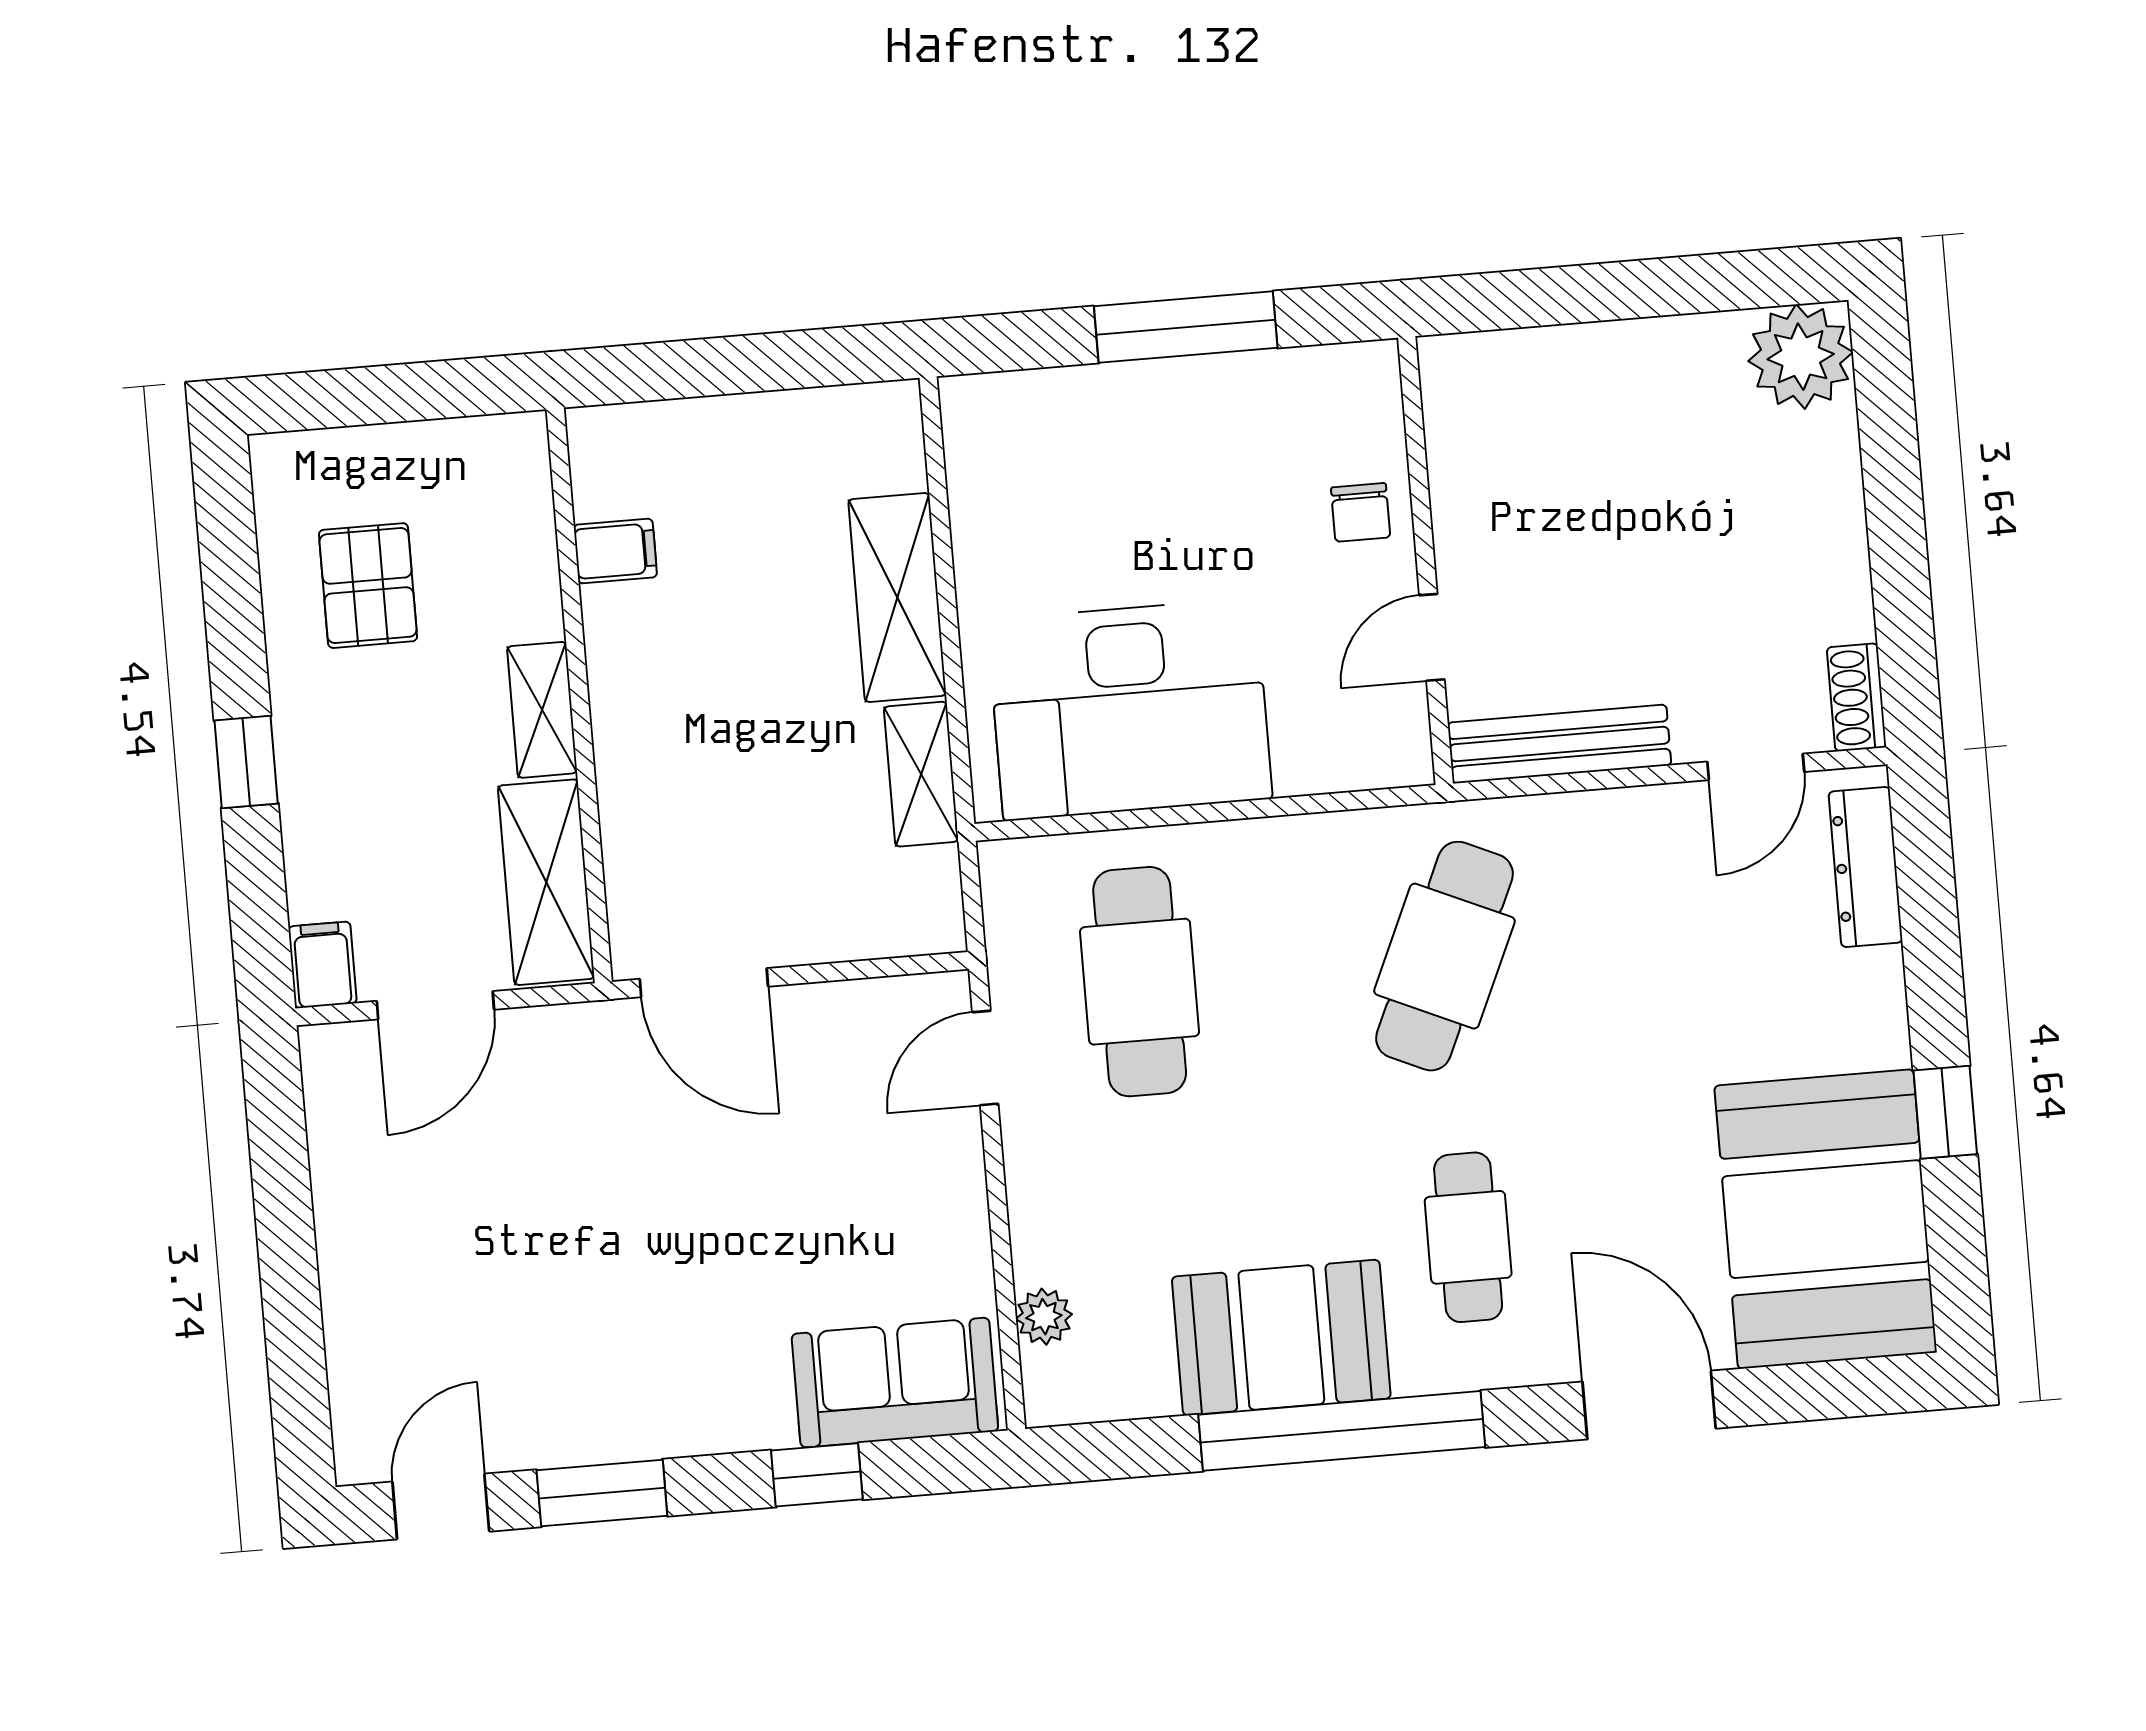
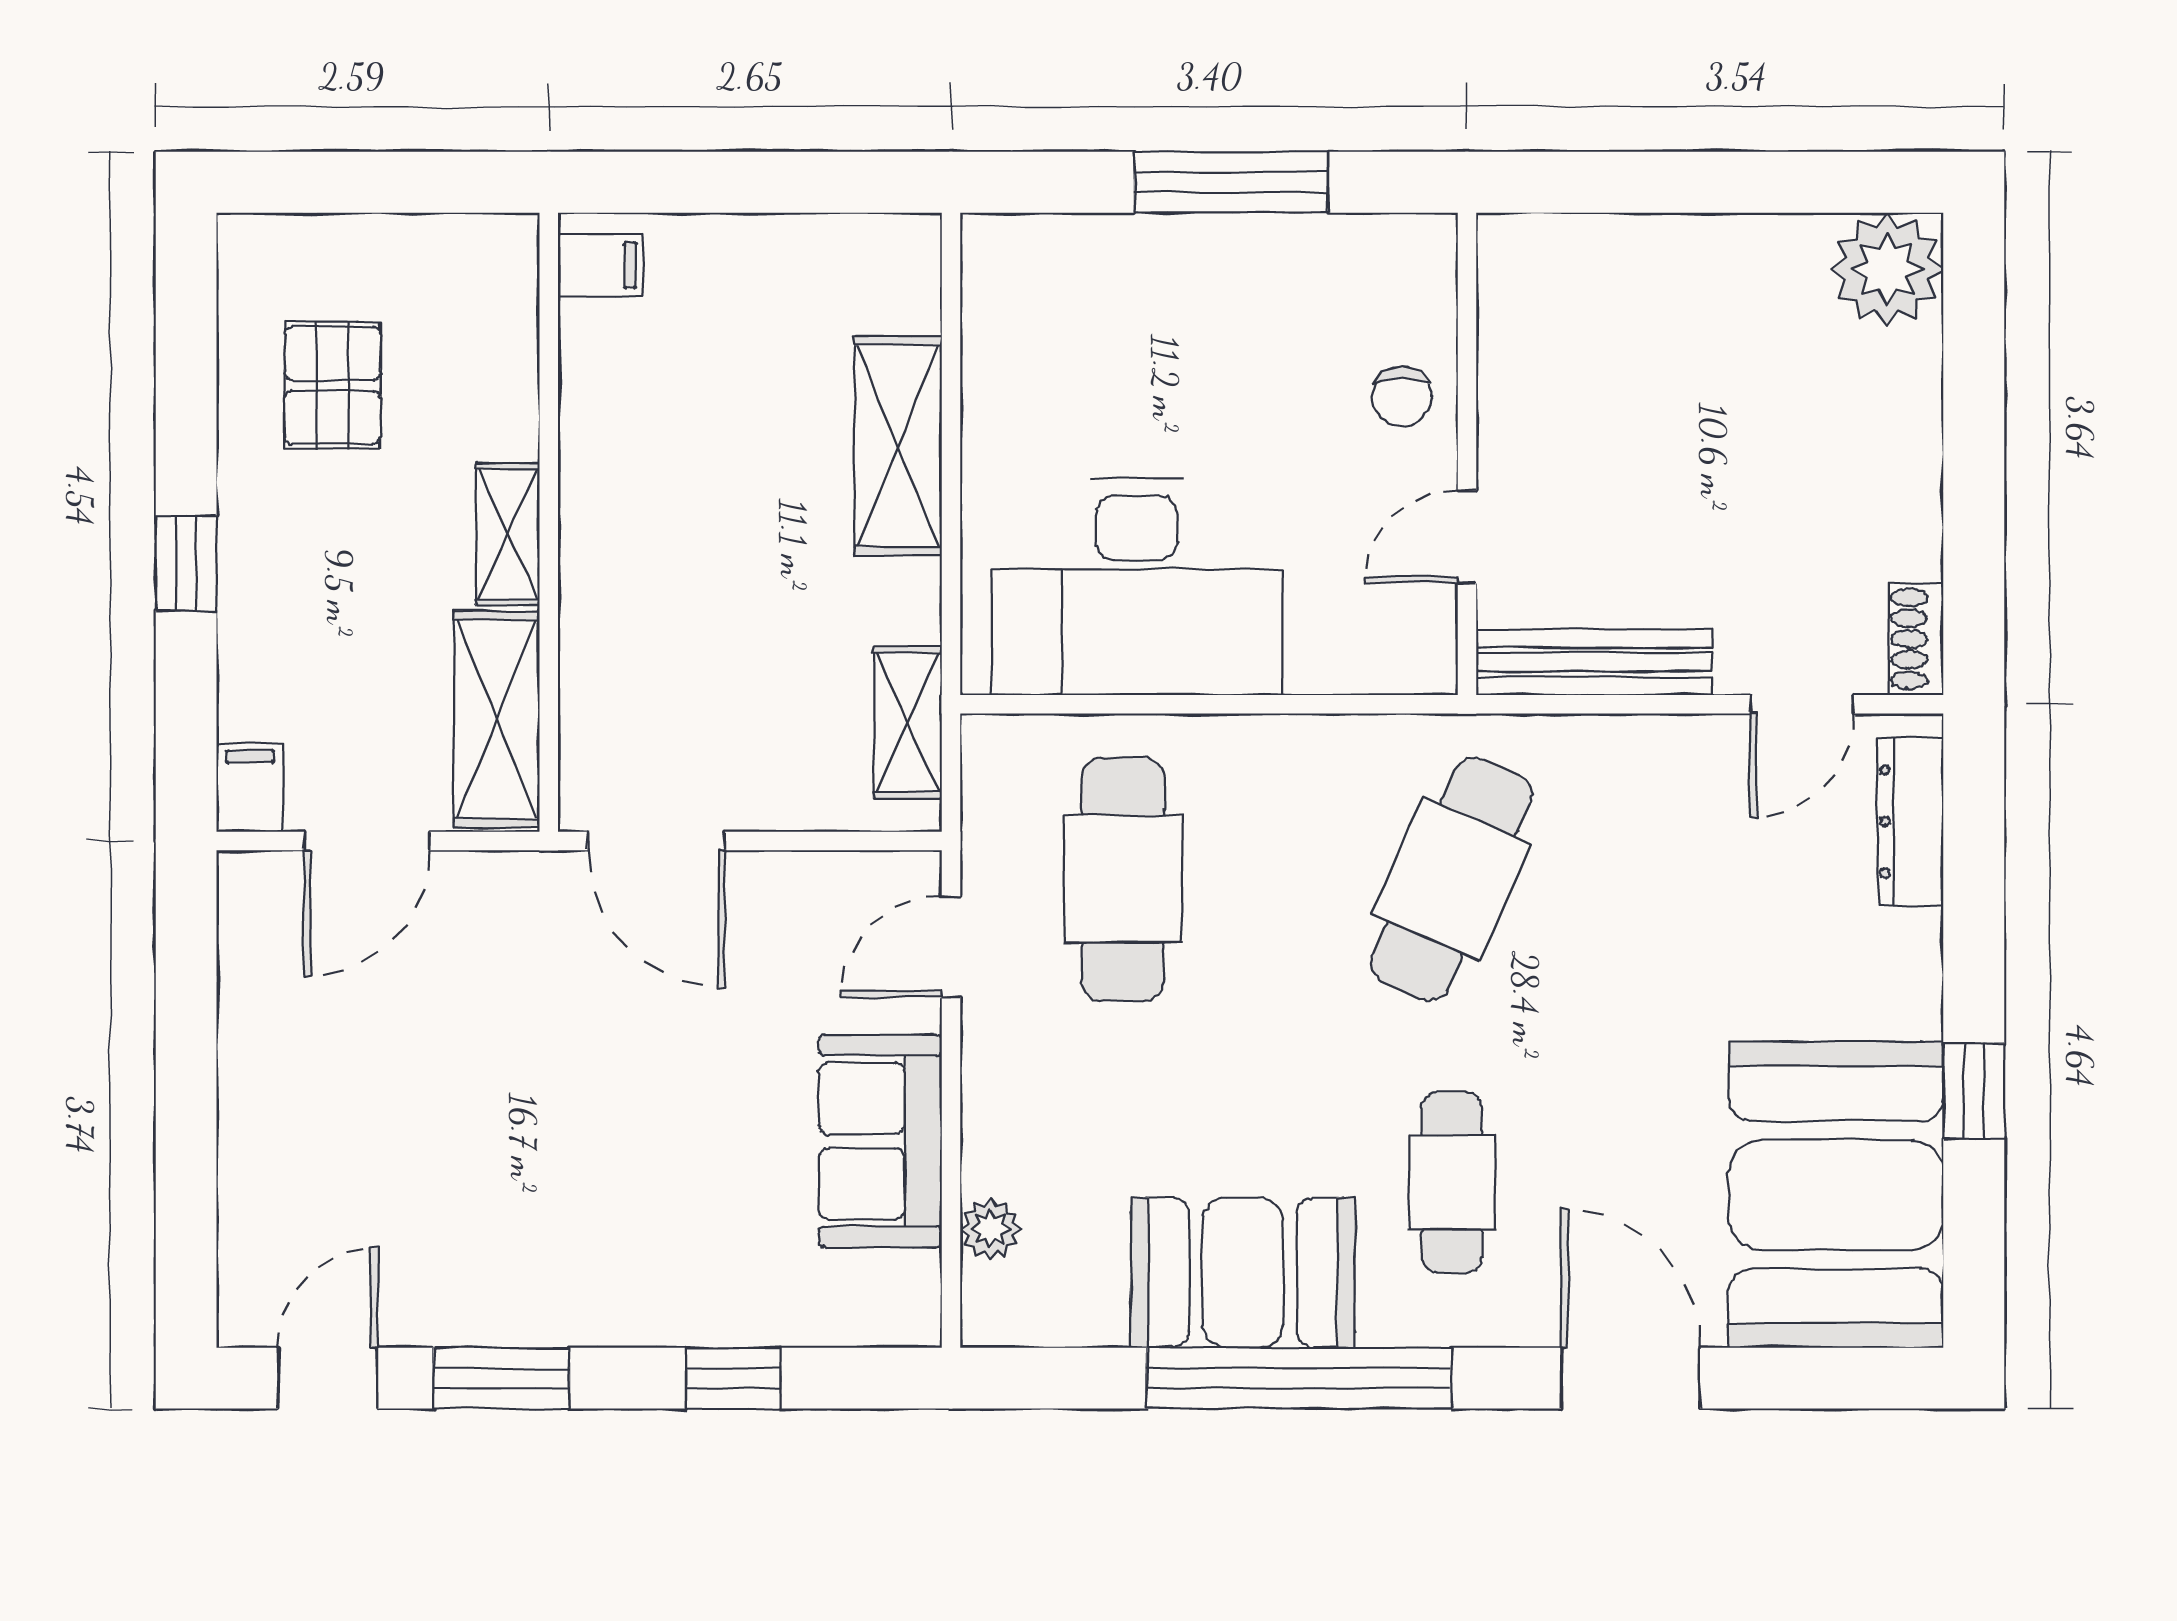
filing cabinet: (615, 551) -> (600, 265), moved
shelving: (921, 774) -> (908, 722), moved
sofa: (895, 1383) -> (880, 1141), moved, turned -90

